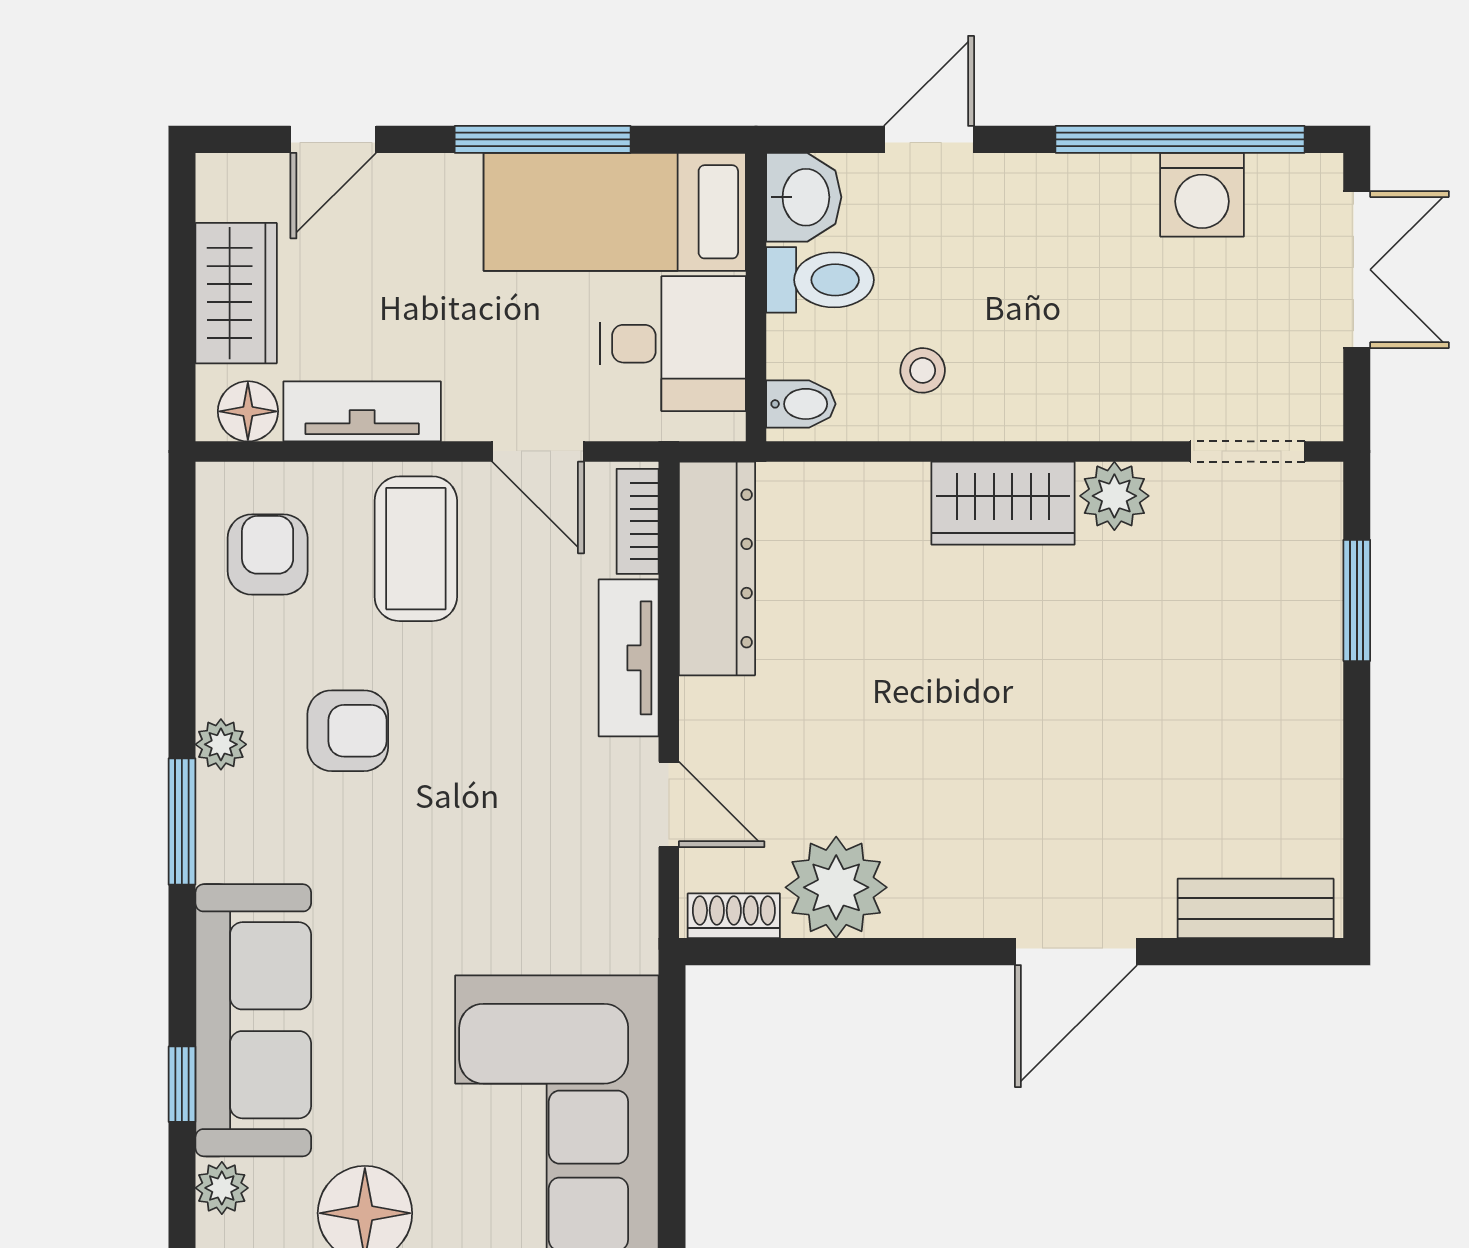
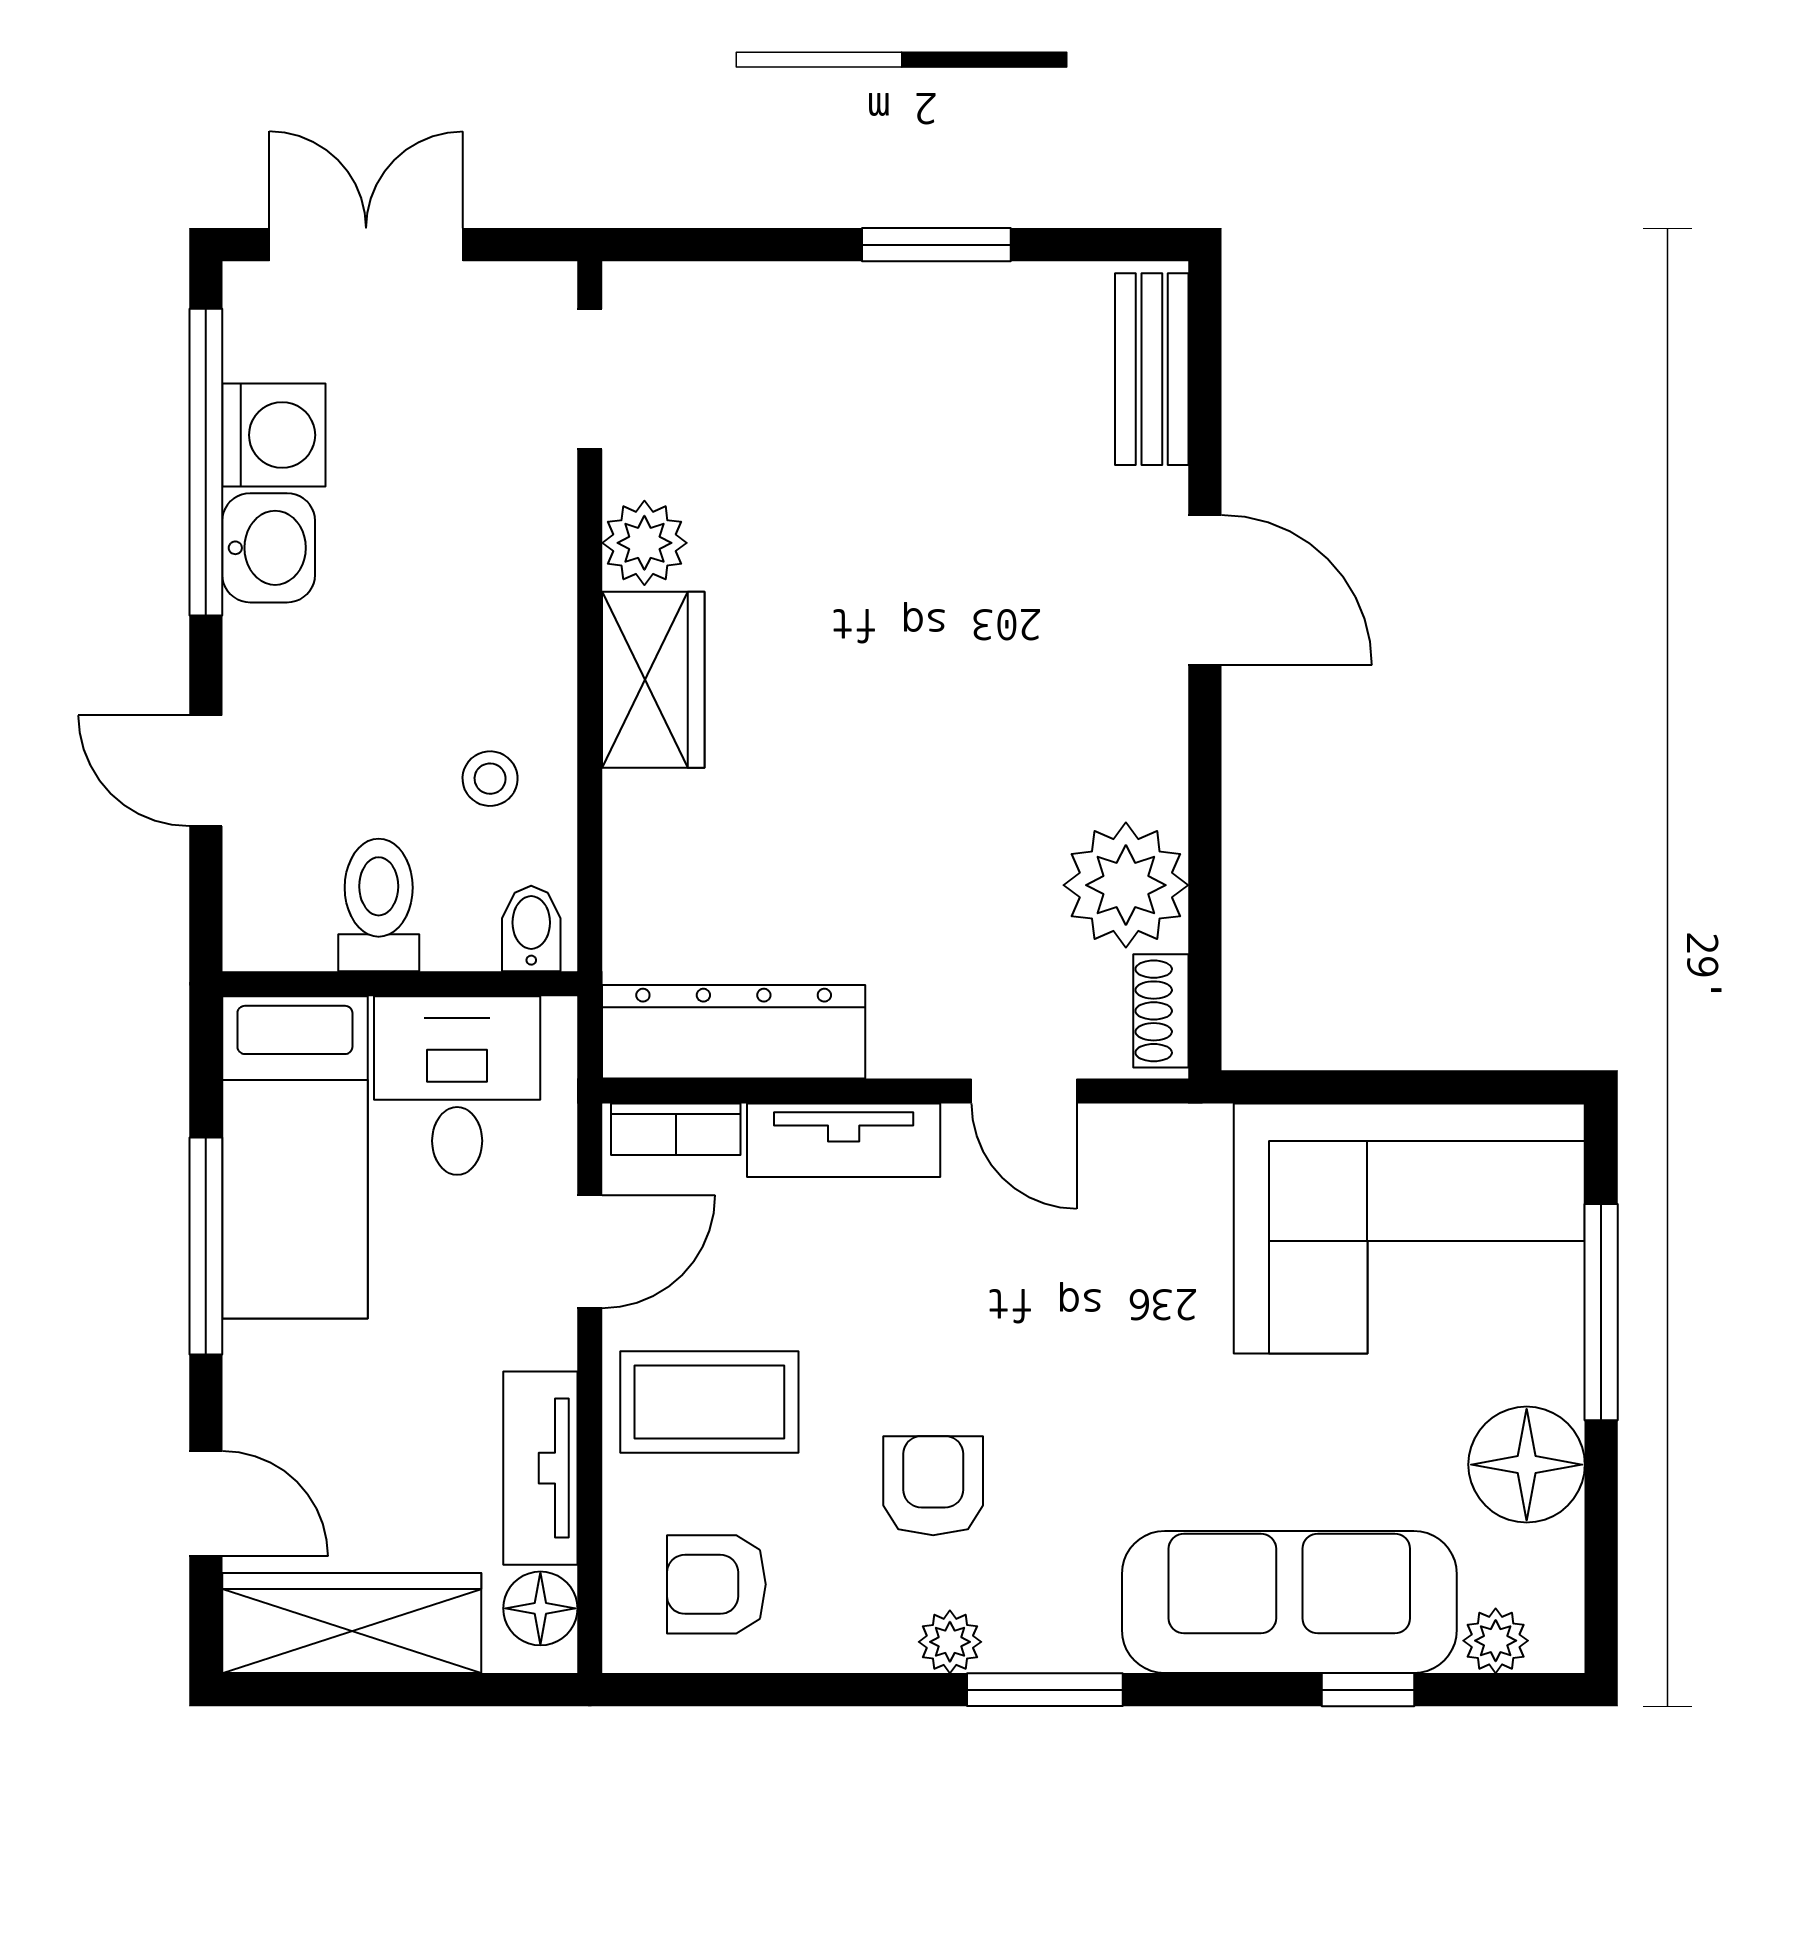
washbasin: (804, 197) -> (269, 548), moved, turned 90
wardrobe: (236, 293) -> (352, 1623), width x1.50
window: (1357, 600) -> (936, 245), moved
door: (669, 804) -> (1024, 1091), swing flipped

